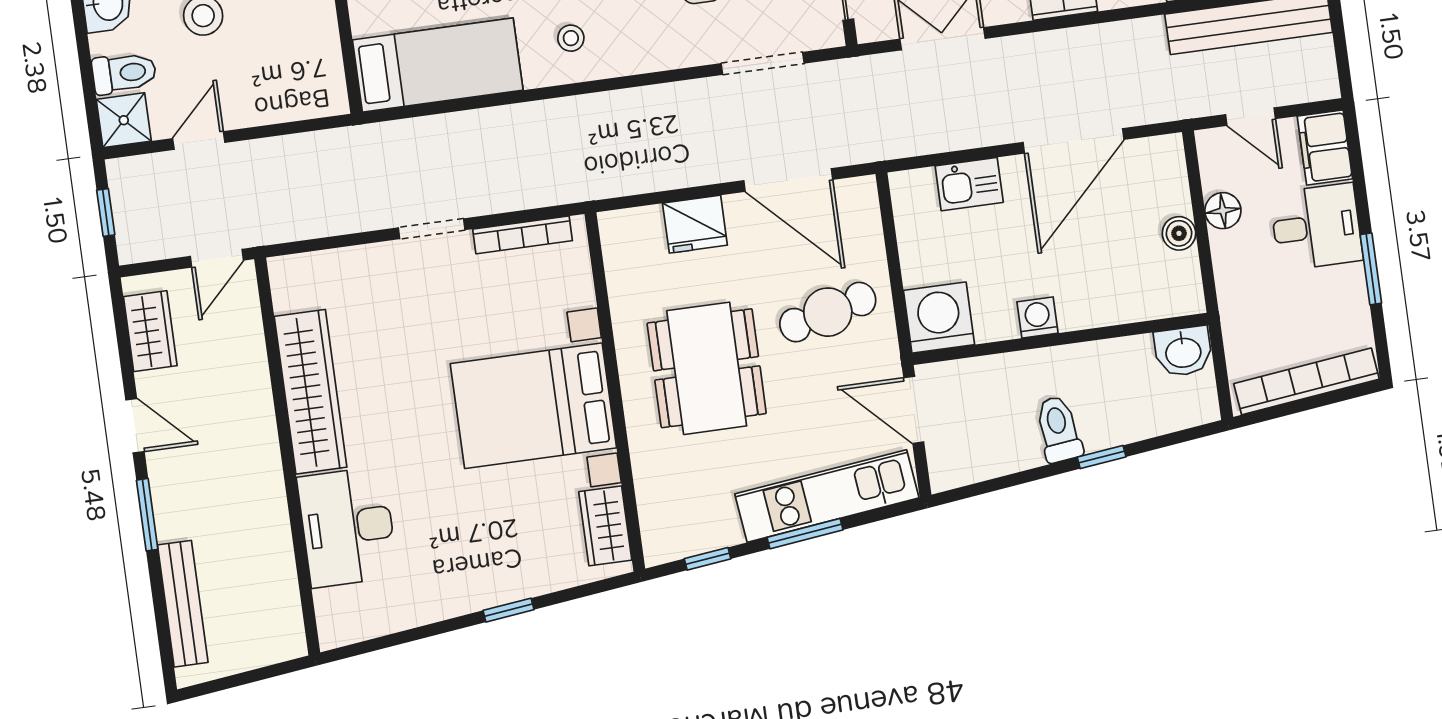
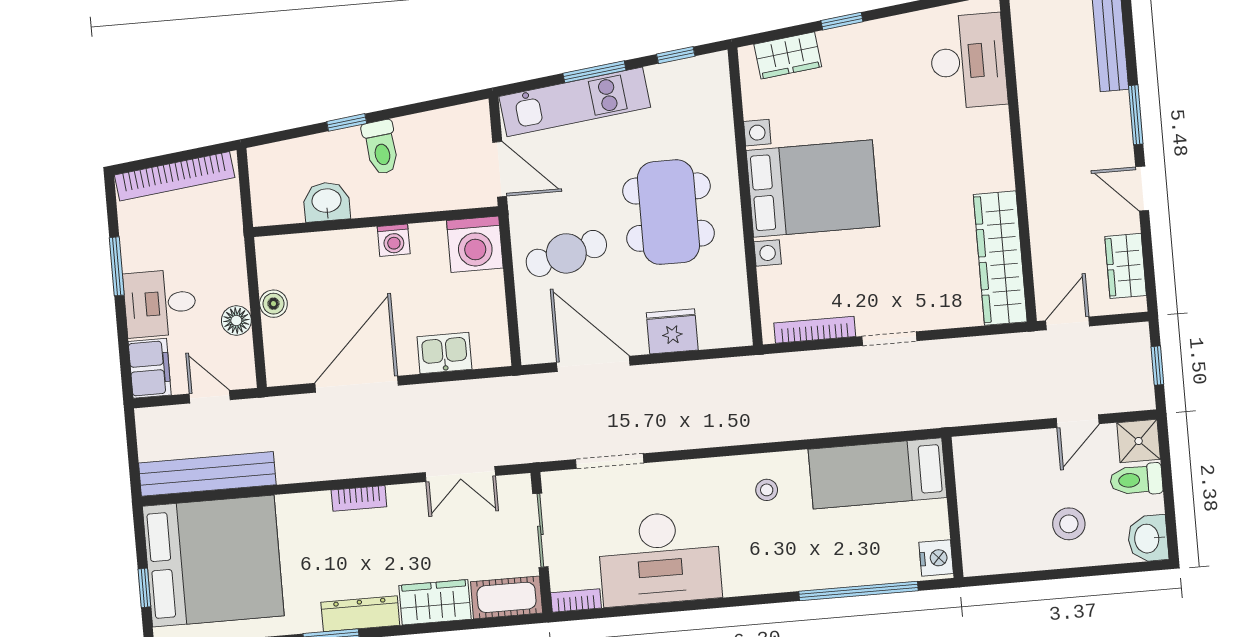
washbasin: (1183, 351) -> (327, 202), moved
wardrobe: (311, 392) -> (1000, 258), moved
wardrobe: (605, 526) -> (788, 55), moved, turned 83
desk: (348, 527) -> (968, 61), moved

